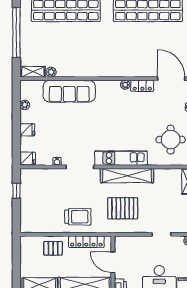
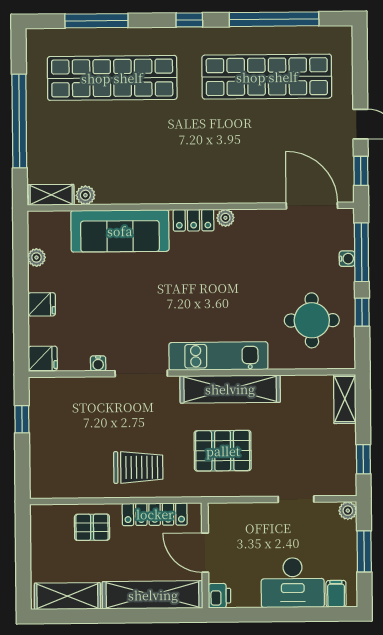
locker: (142, 86) -> (194, 220), moved

